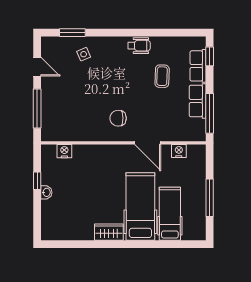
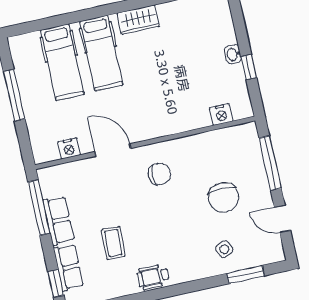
chair: (76, 91) -> (224, 198), added
hospital bed: (140, 206) -> (101, 53), width x0.73, depth x0.78

